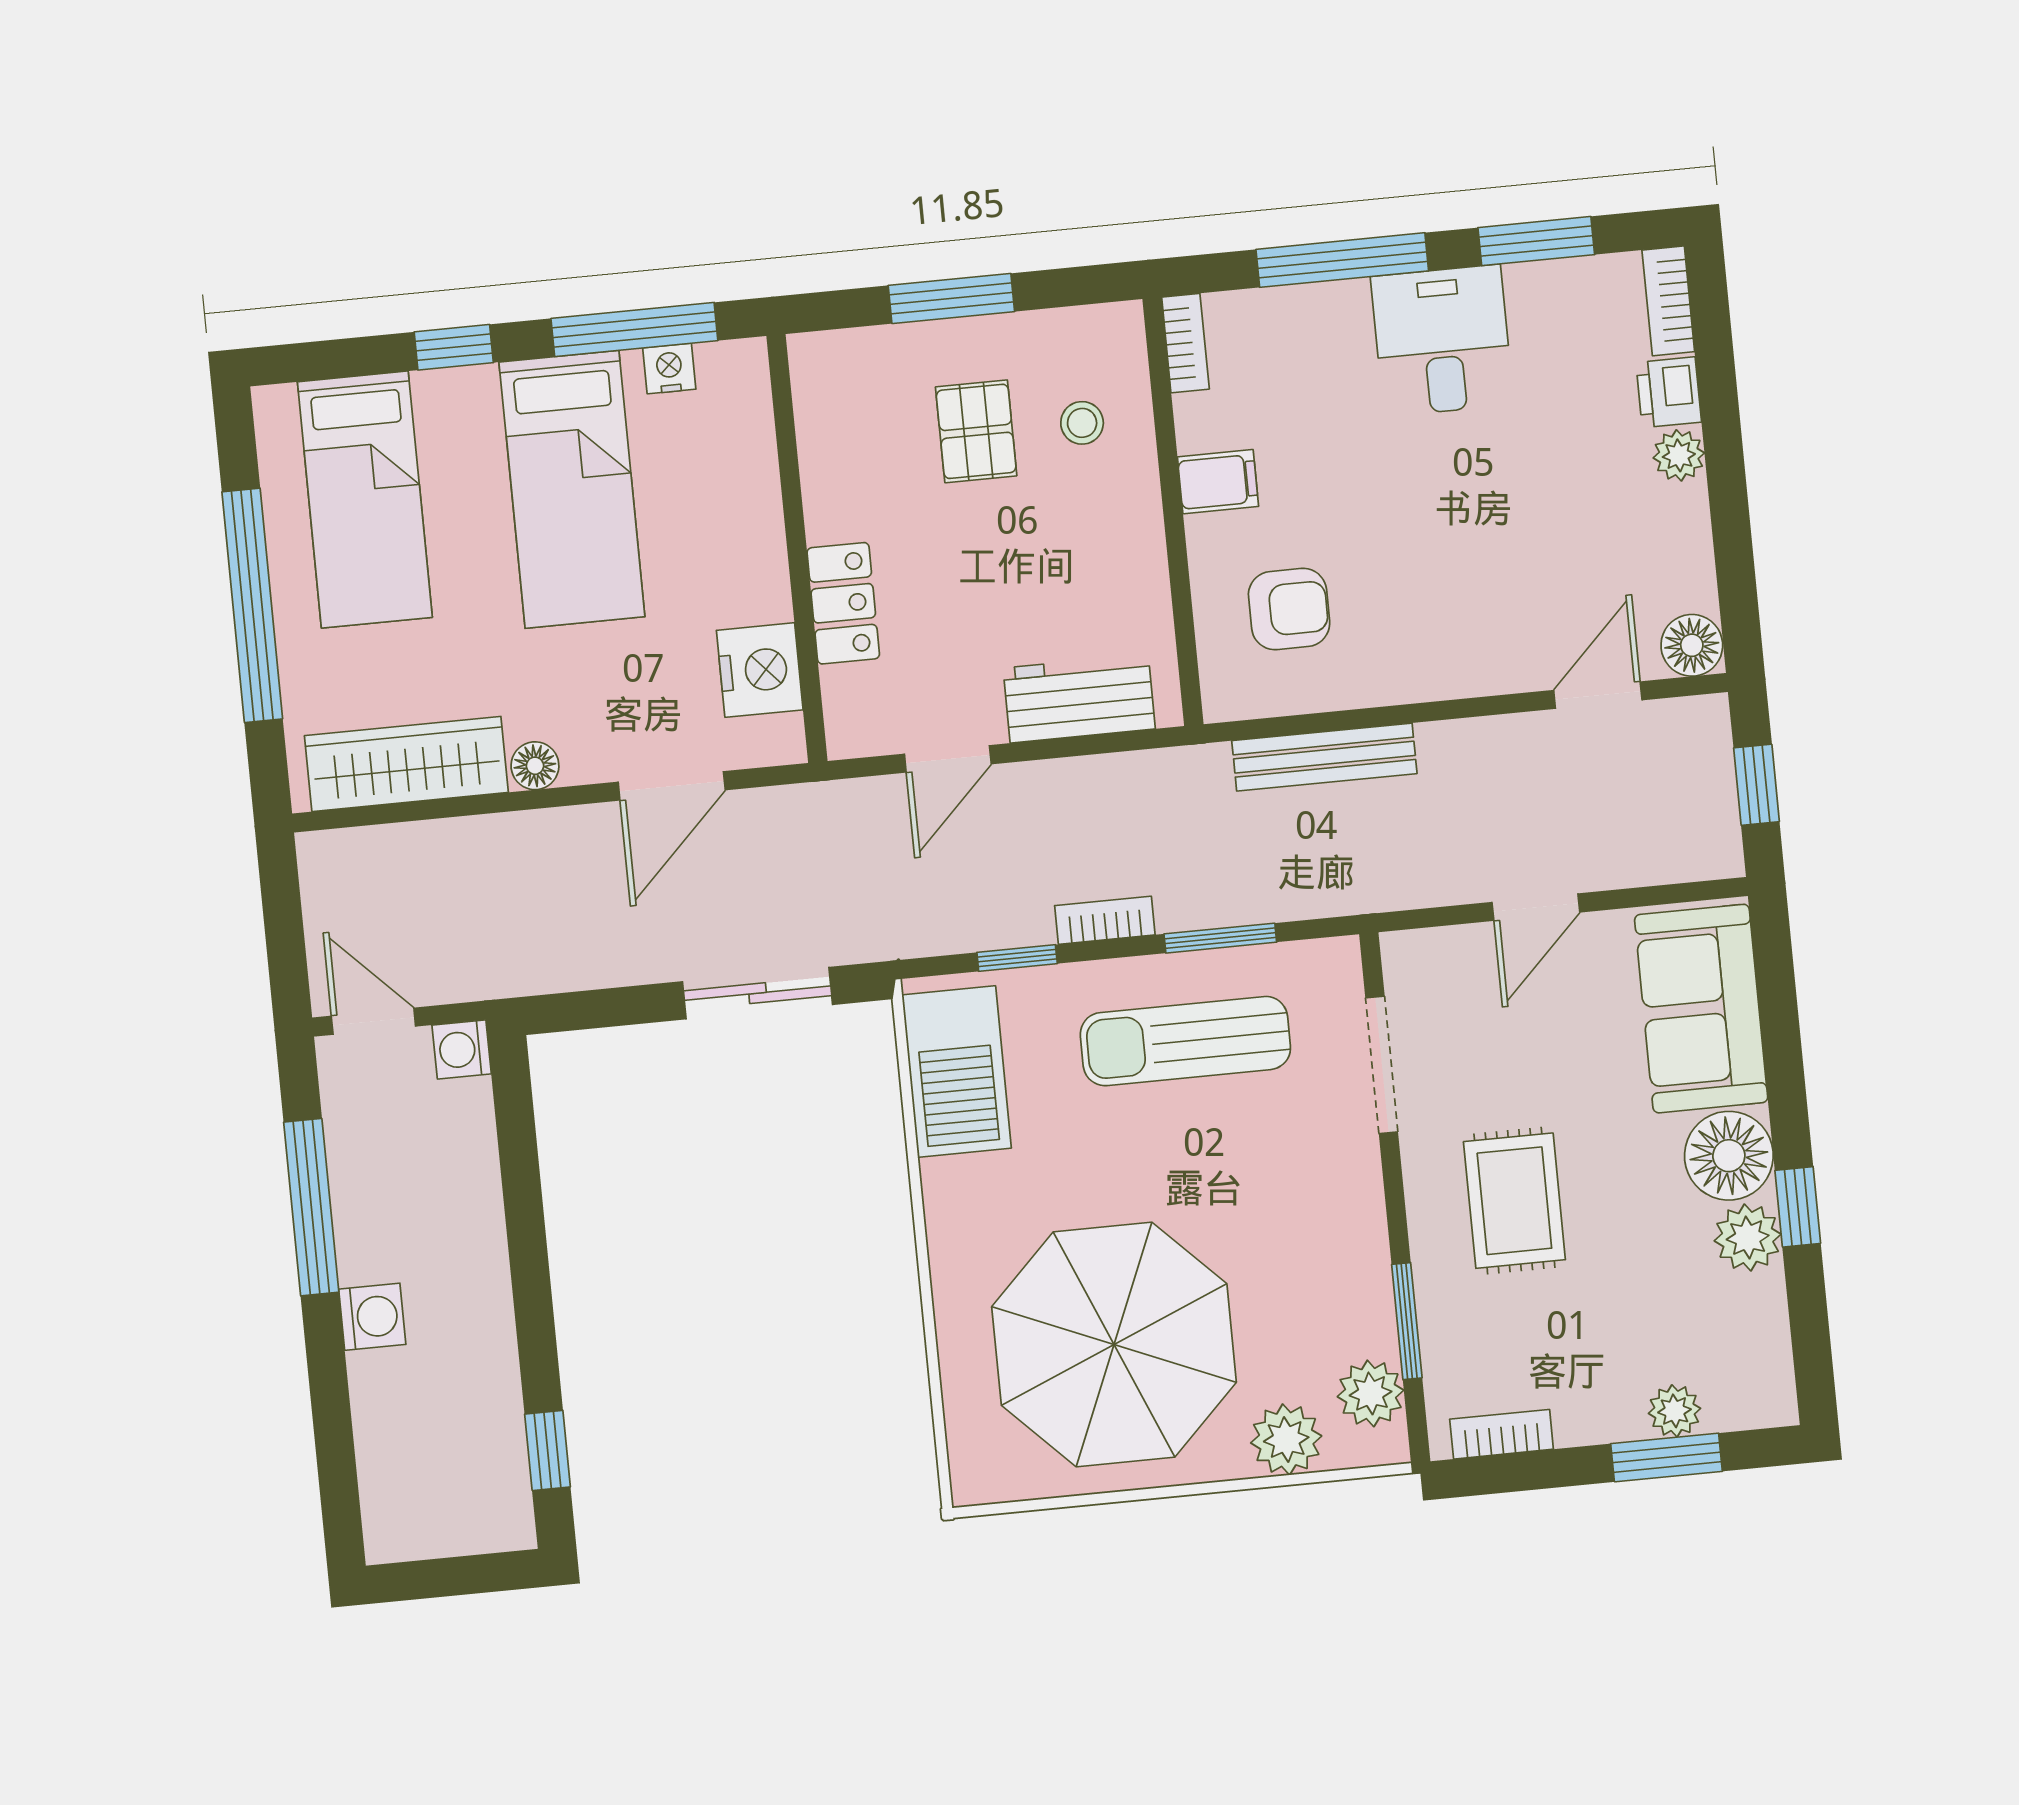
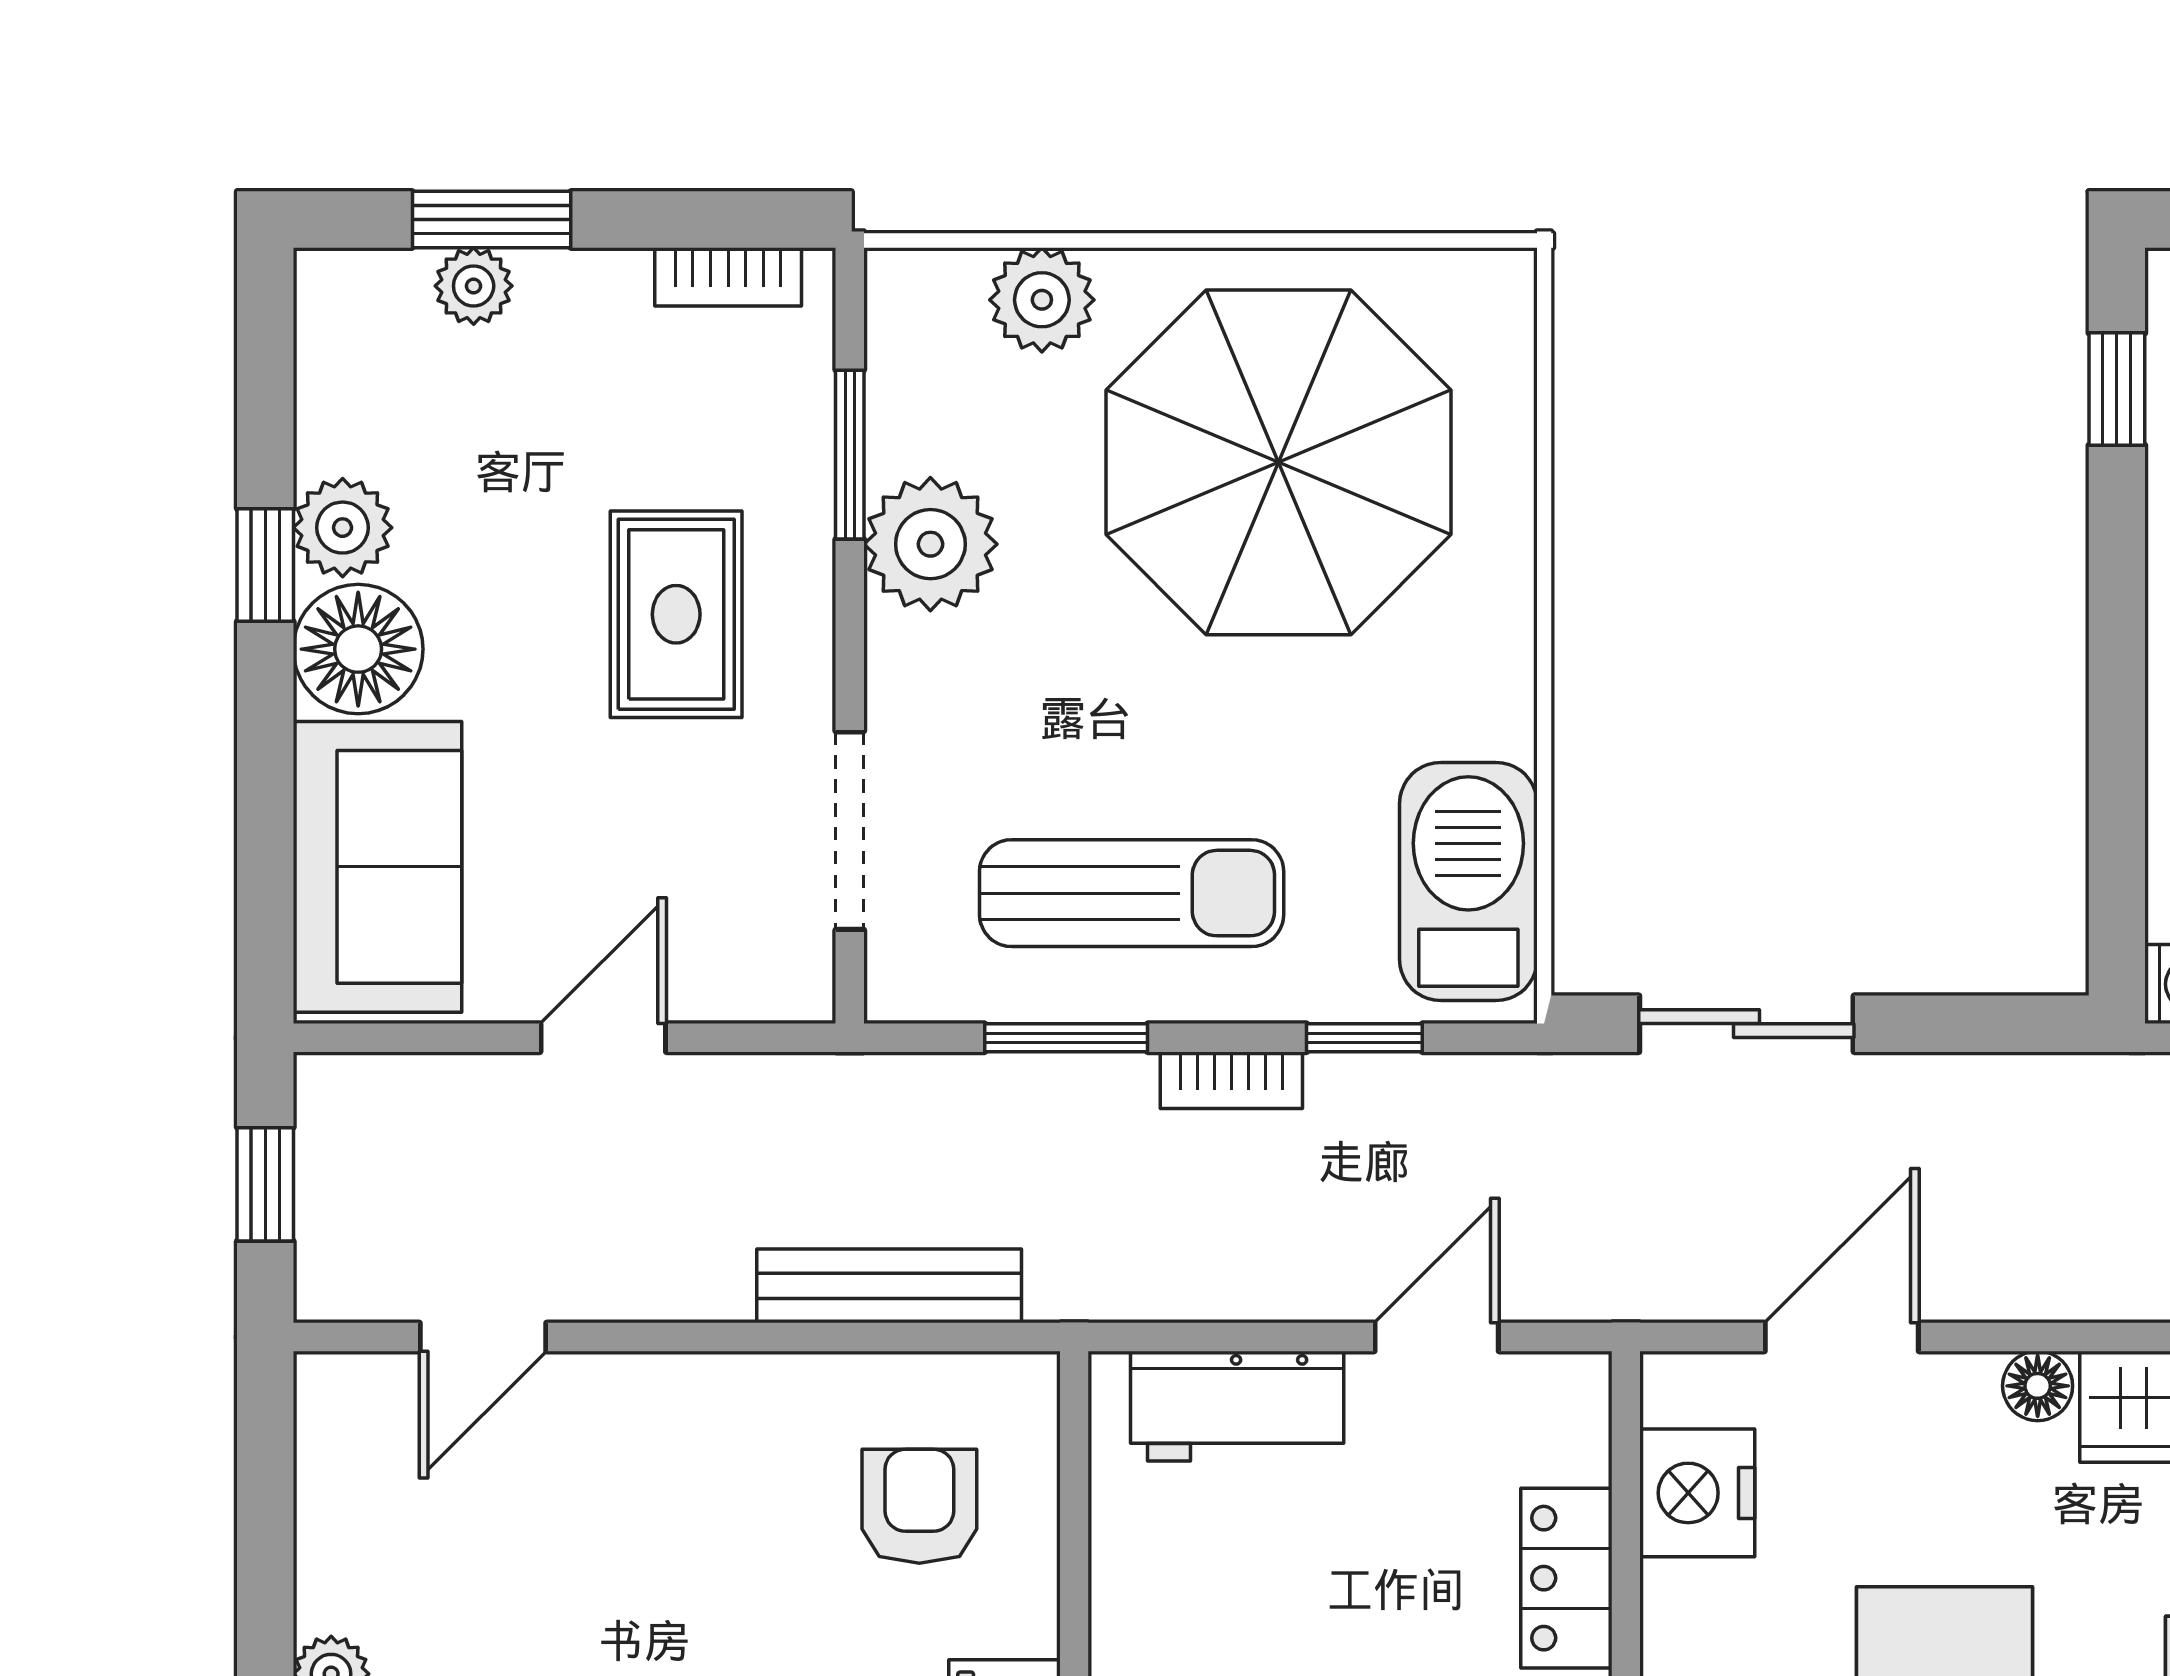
armchair: (1289, 609) -> (919, 1506), turned 90
floor lamp: (1692, 645) -> (339, 1396), removed
plant: (1371, 1393) -> (930, 544), moved, width x1.36, depth x1.36

